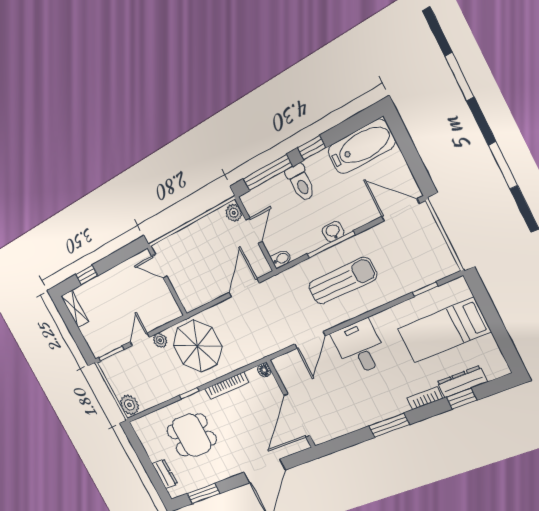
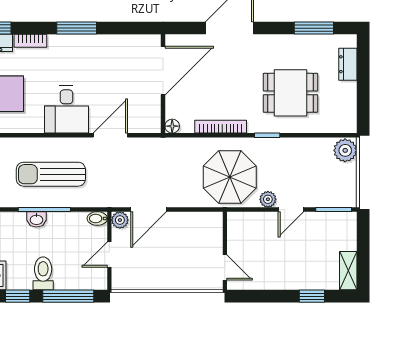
plant: (234, 213) -> (120, 220), moved

